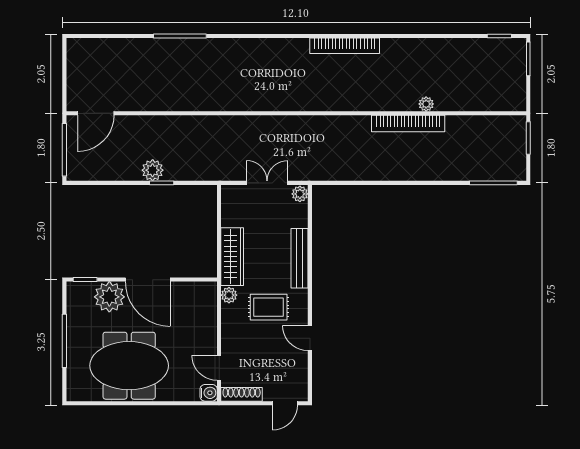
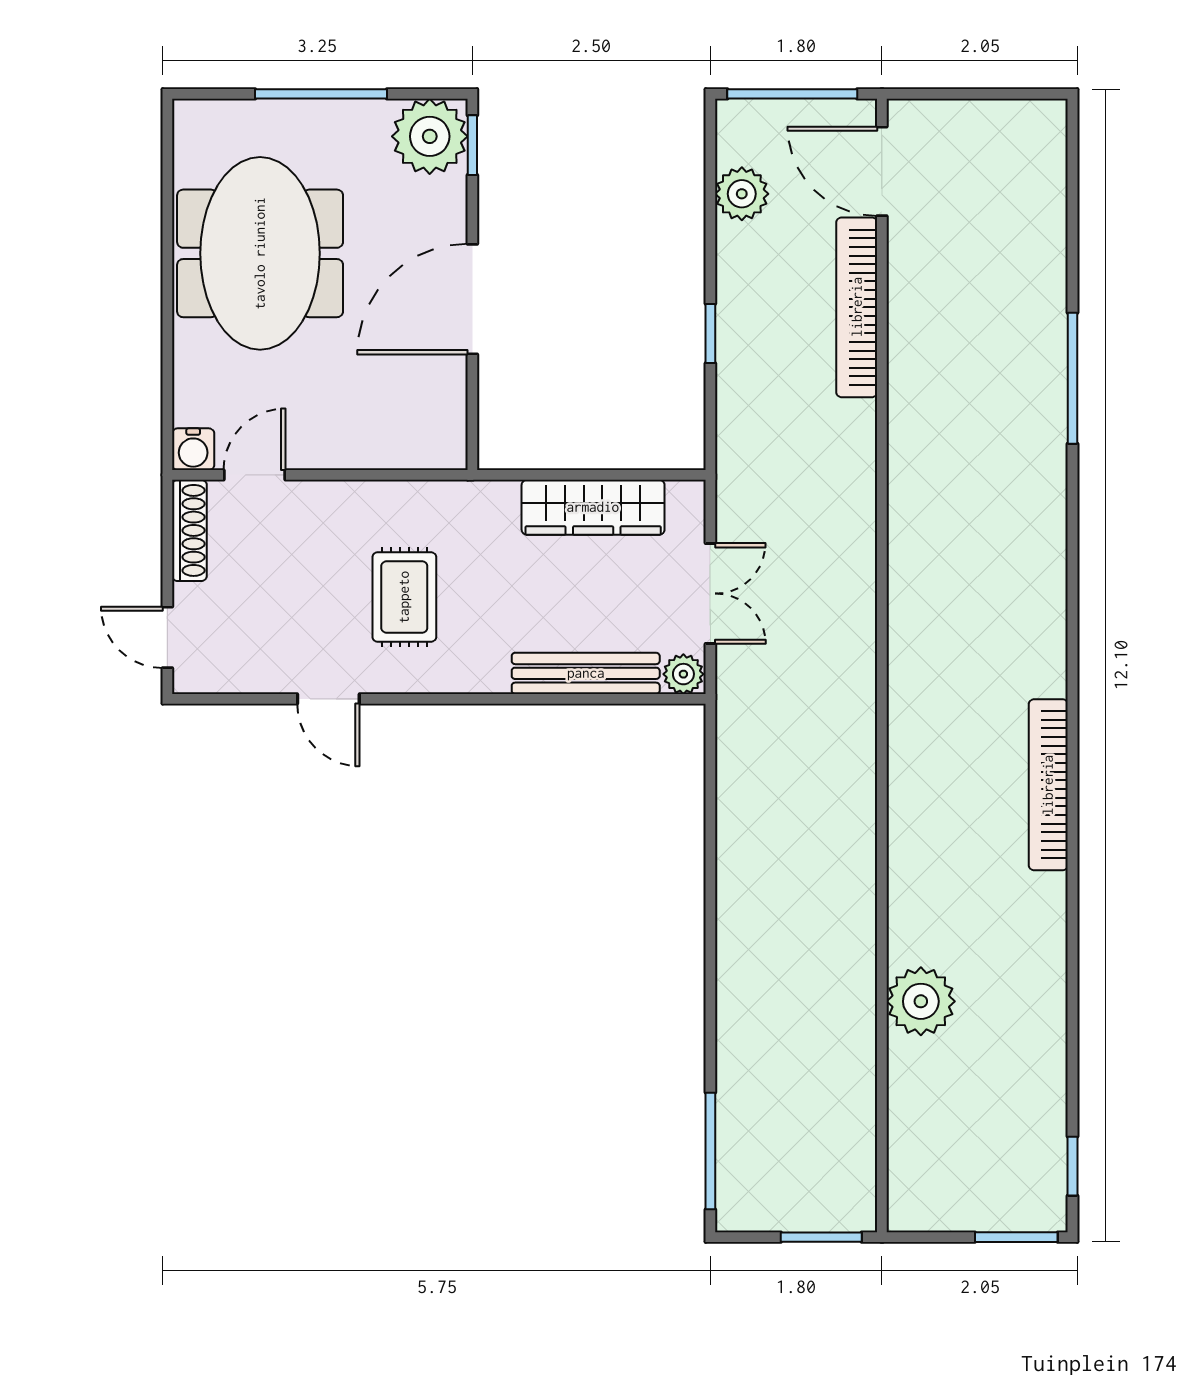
plant: (426, 104) -> (921, 1001), width x1.87, depth x1.87
bookcase: (408, 124) -> (857, 307), moved
plant: (153, 170) -> (742, 194), moved
wardrobe: (232, 257) -> (593, 507), moved
bench: (300, 258) -> (586, 673), moved
plant: (229, 295) -> (434, 500), removed
plant: (109, 297) -> (430, 136), moved
door: (310, 338) -> (328, 699), swing flipped

